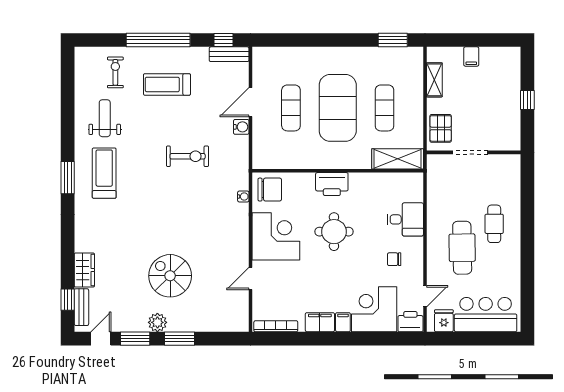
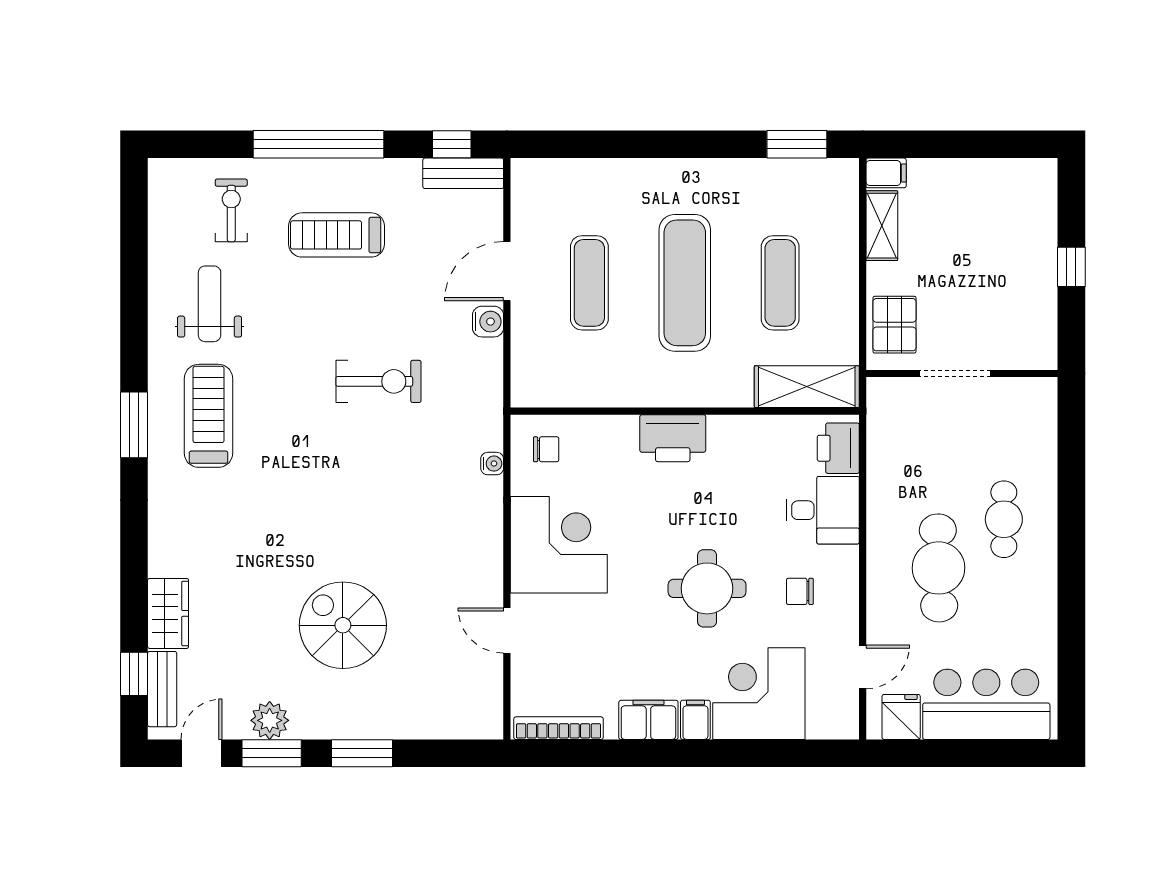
filing cabinet: (471, 56) -> (886, 173), moved, turned -90
exercise mat: (338, 108) -> (685, 283), width x0.68
chair: (270, 190) -> (546, 449), width x0.54, depth x0.54
round table: (334, 232) -> (707, 588), moved
door: (251, 278) -> (507, 631), hinge flipped
plant: (157, 322) -> (270, 720), moved
printer: (410, 322) -> (838, 448), moved, turned -90

